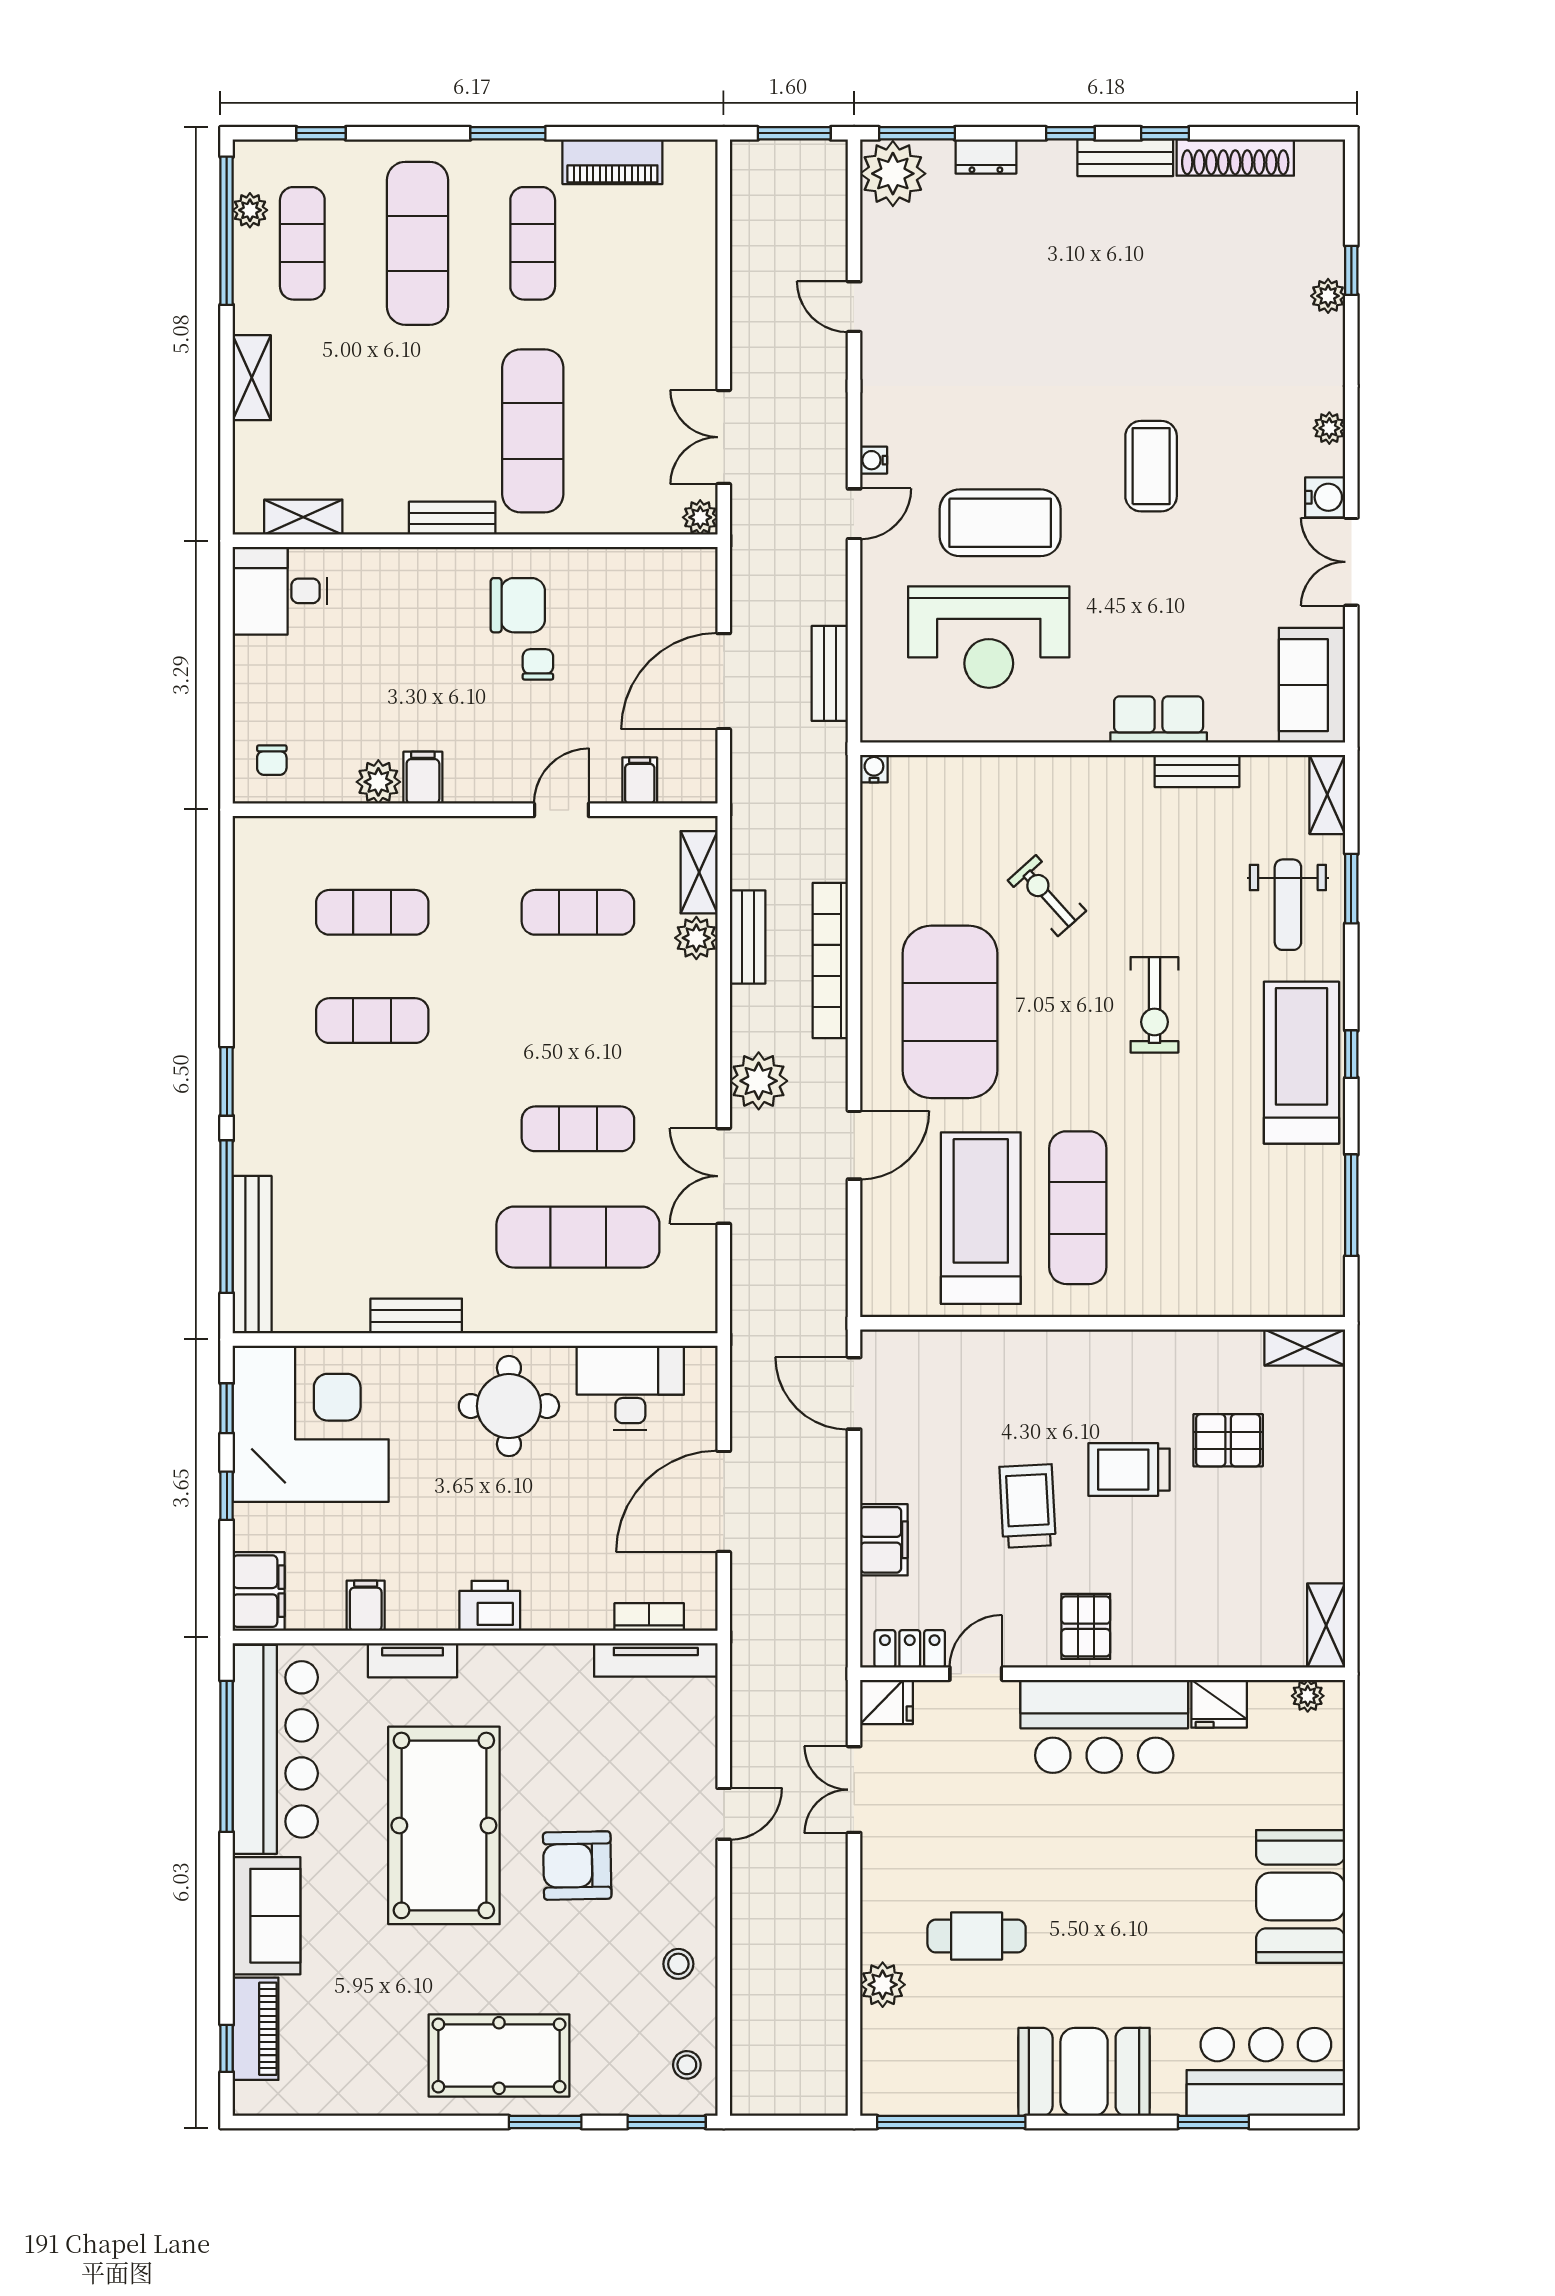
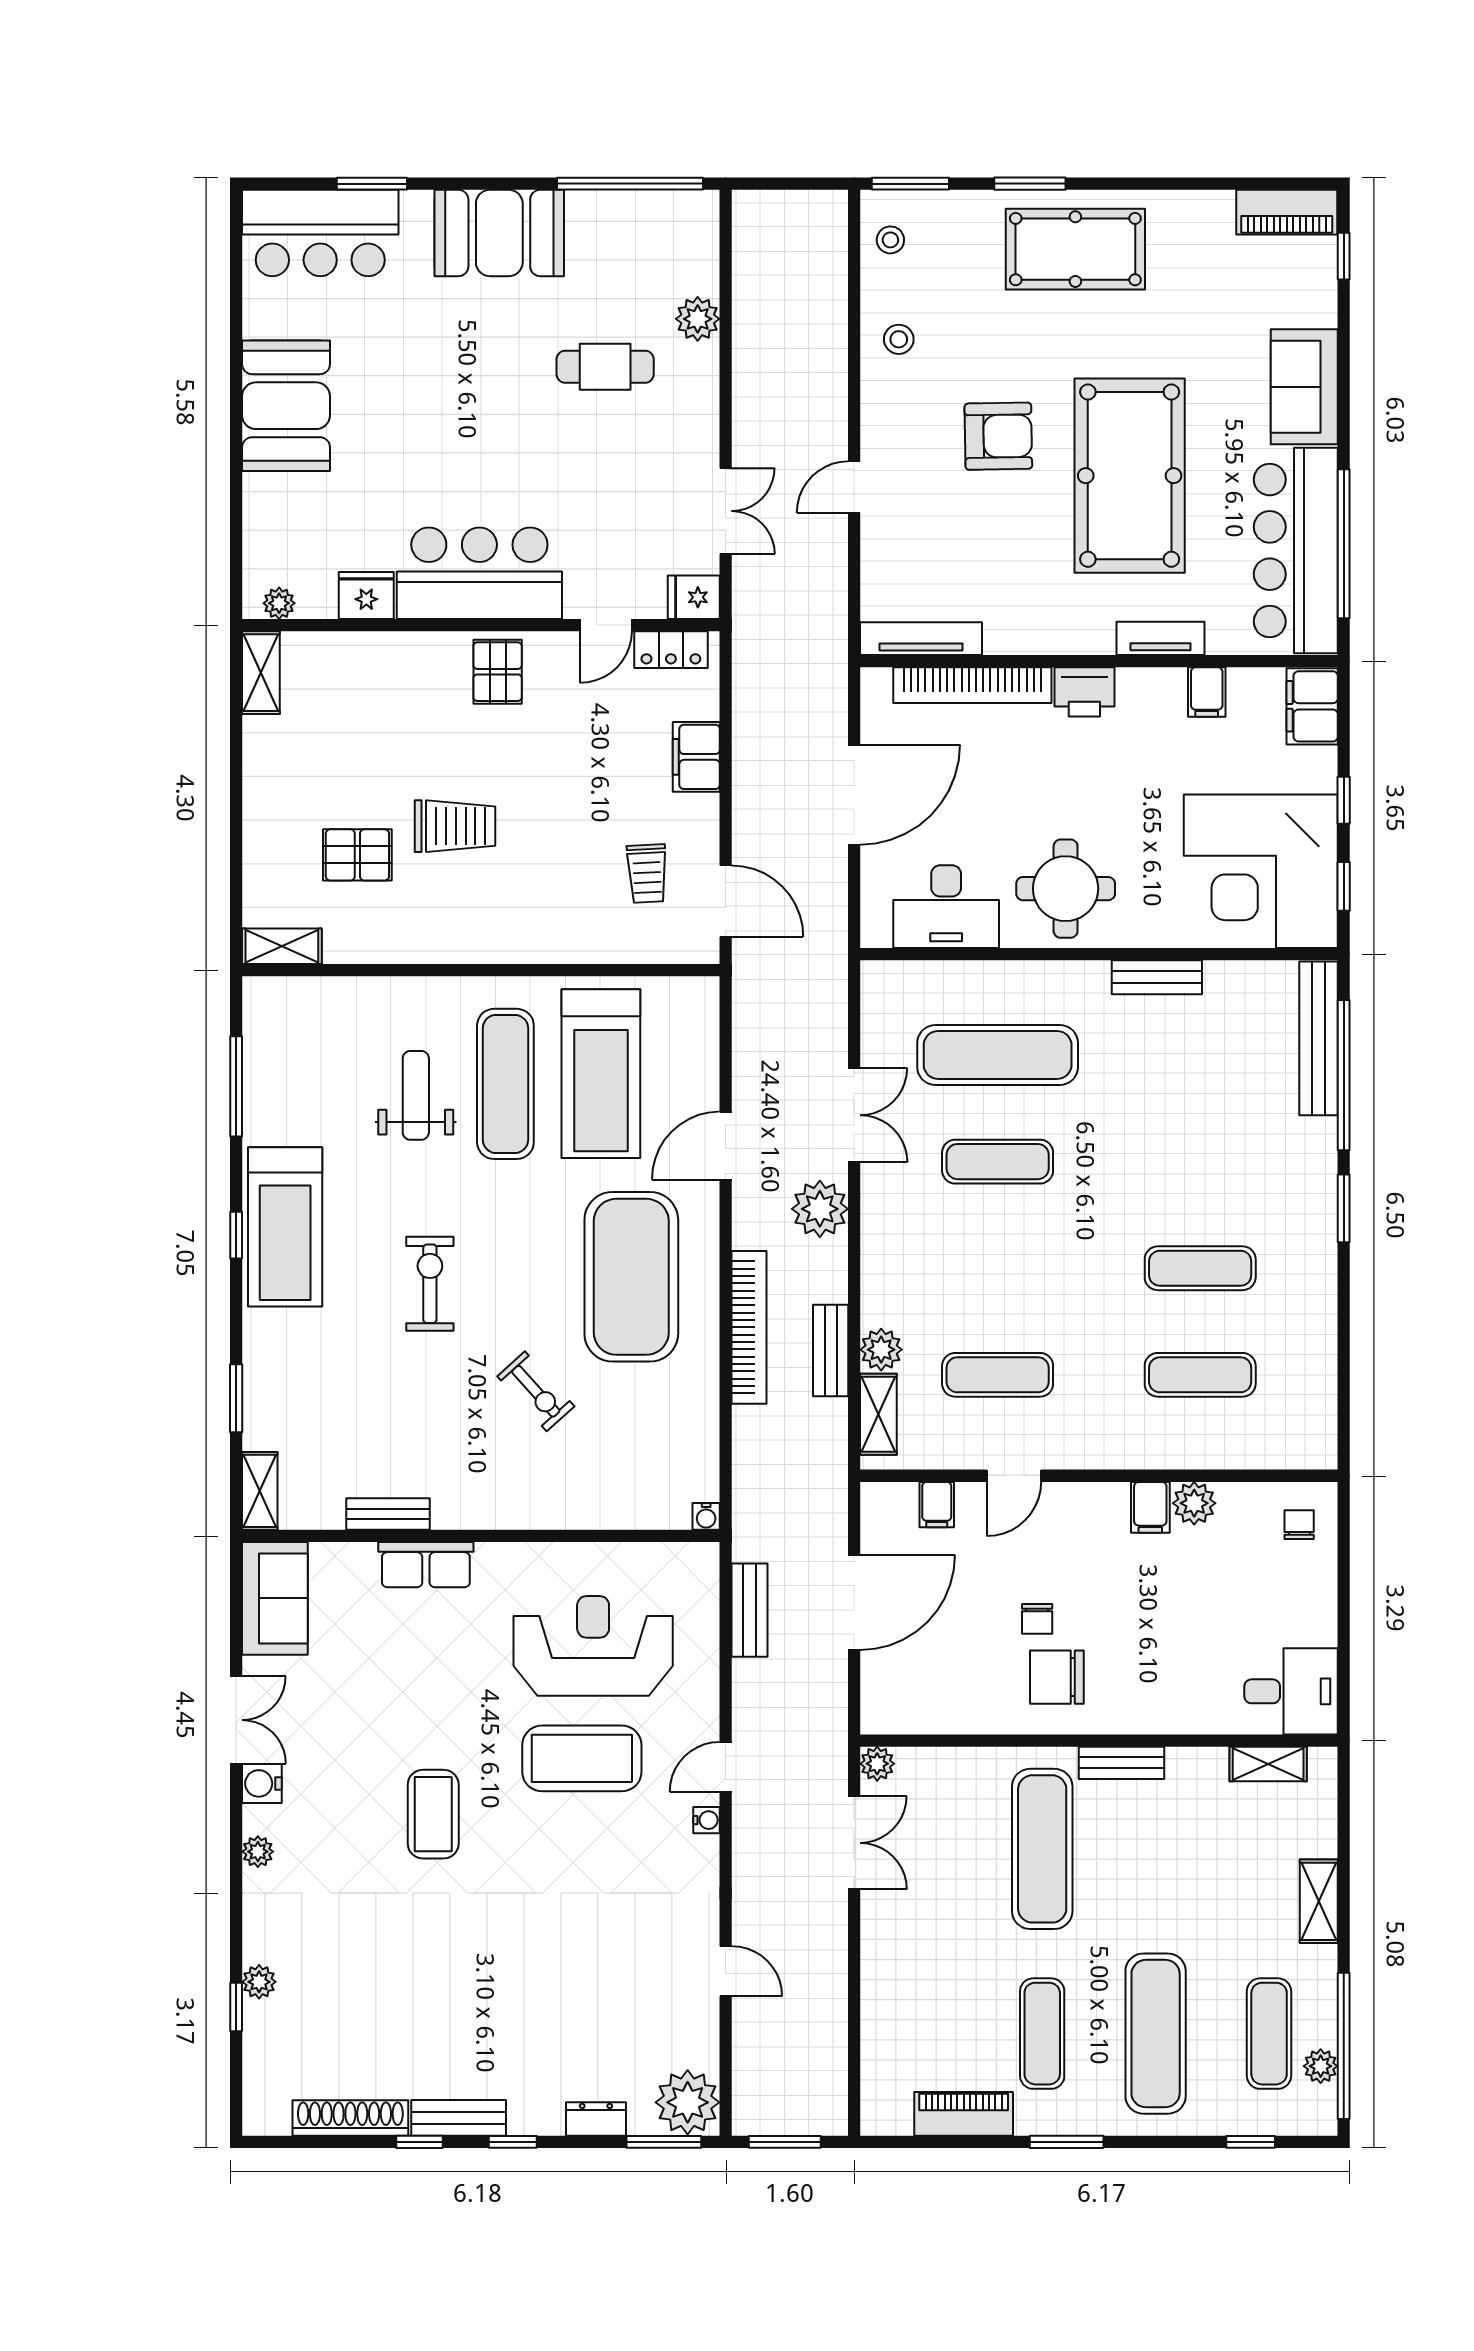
weight bench: (1288, 905) -> (416, 1095), moved
trolley: (1028, 1506) -> (647, 873), moved, width x0.73, depth x0.72
bookcase: (649, 1617) -> (972, 685), width x2.31, depth x1.31
piano: (256, 2029) -> (1287, 212), moved, turned -90

